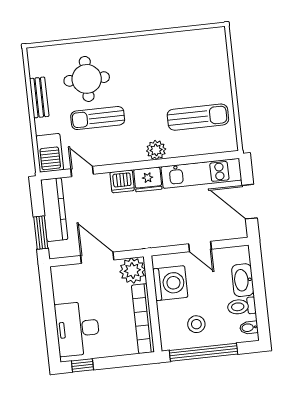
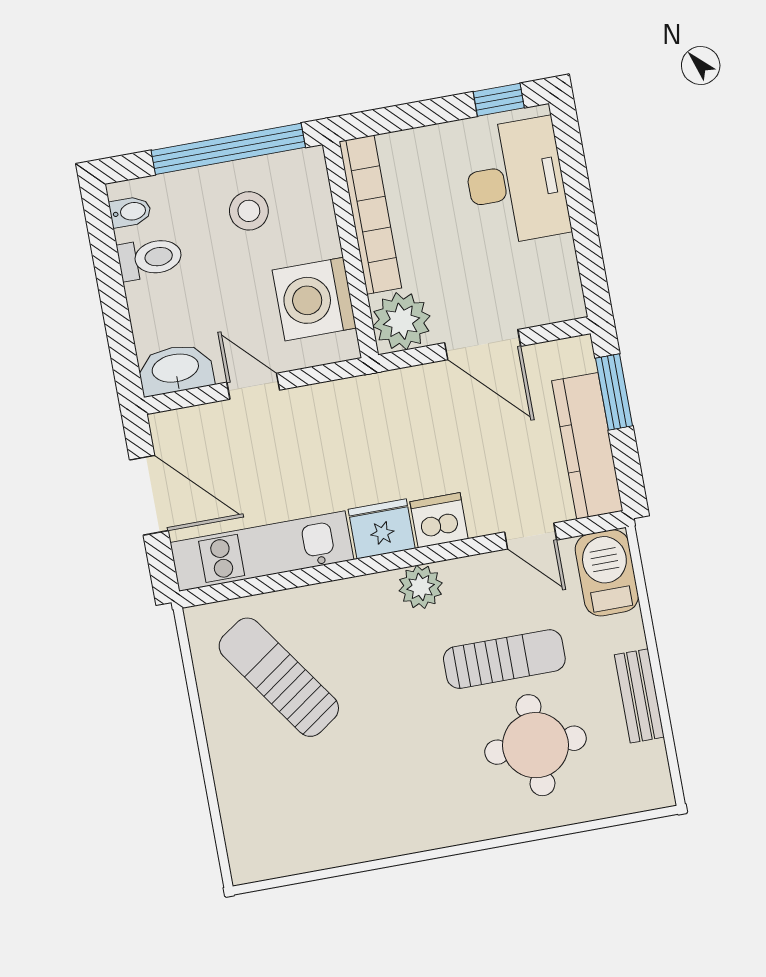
sun lounger: (198, 117) -> (279, 677), turned 55
plant: (156, 150) -> (421, 587), moved
washbasin: (243, 280) -> (176, 369), moved, turned -90

